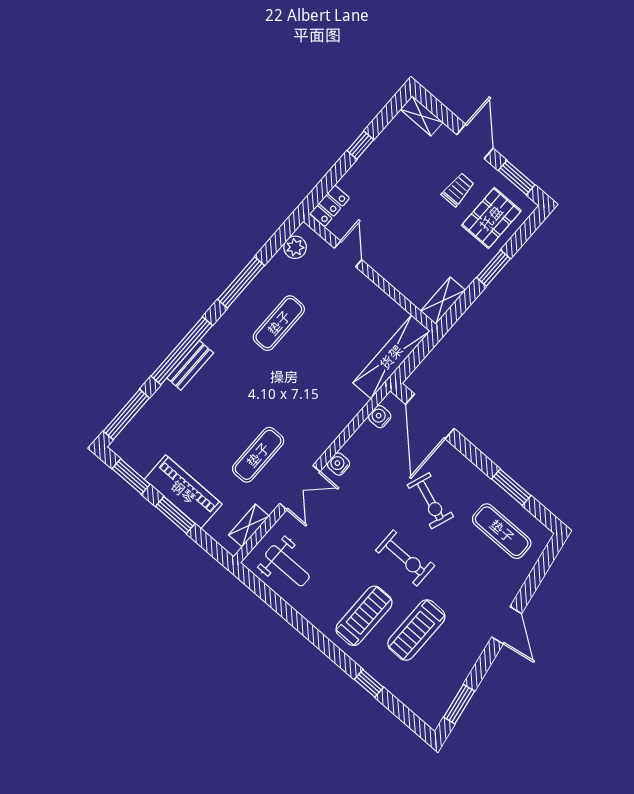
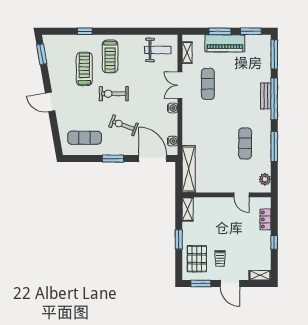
locker: (330, 206) -> (265, 219), moved
window: (511, 487) -> (113, 159), moved
weight bench: (287, 566) -> (158, 50), turned 180

